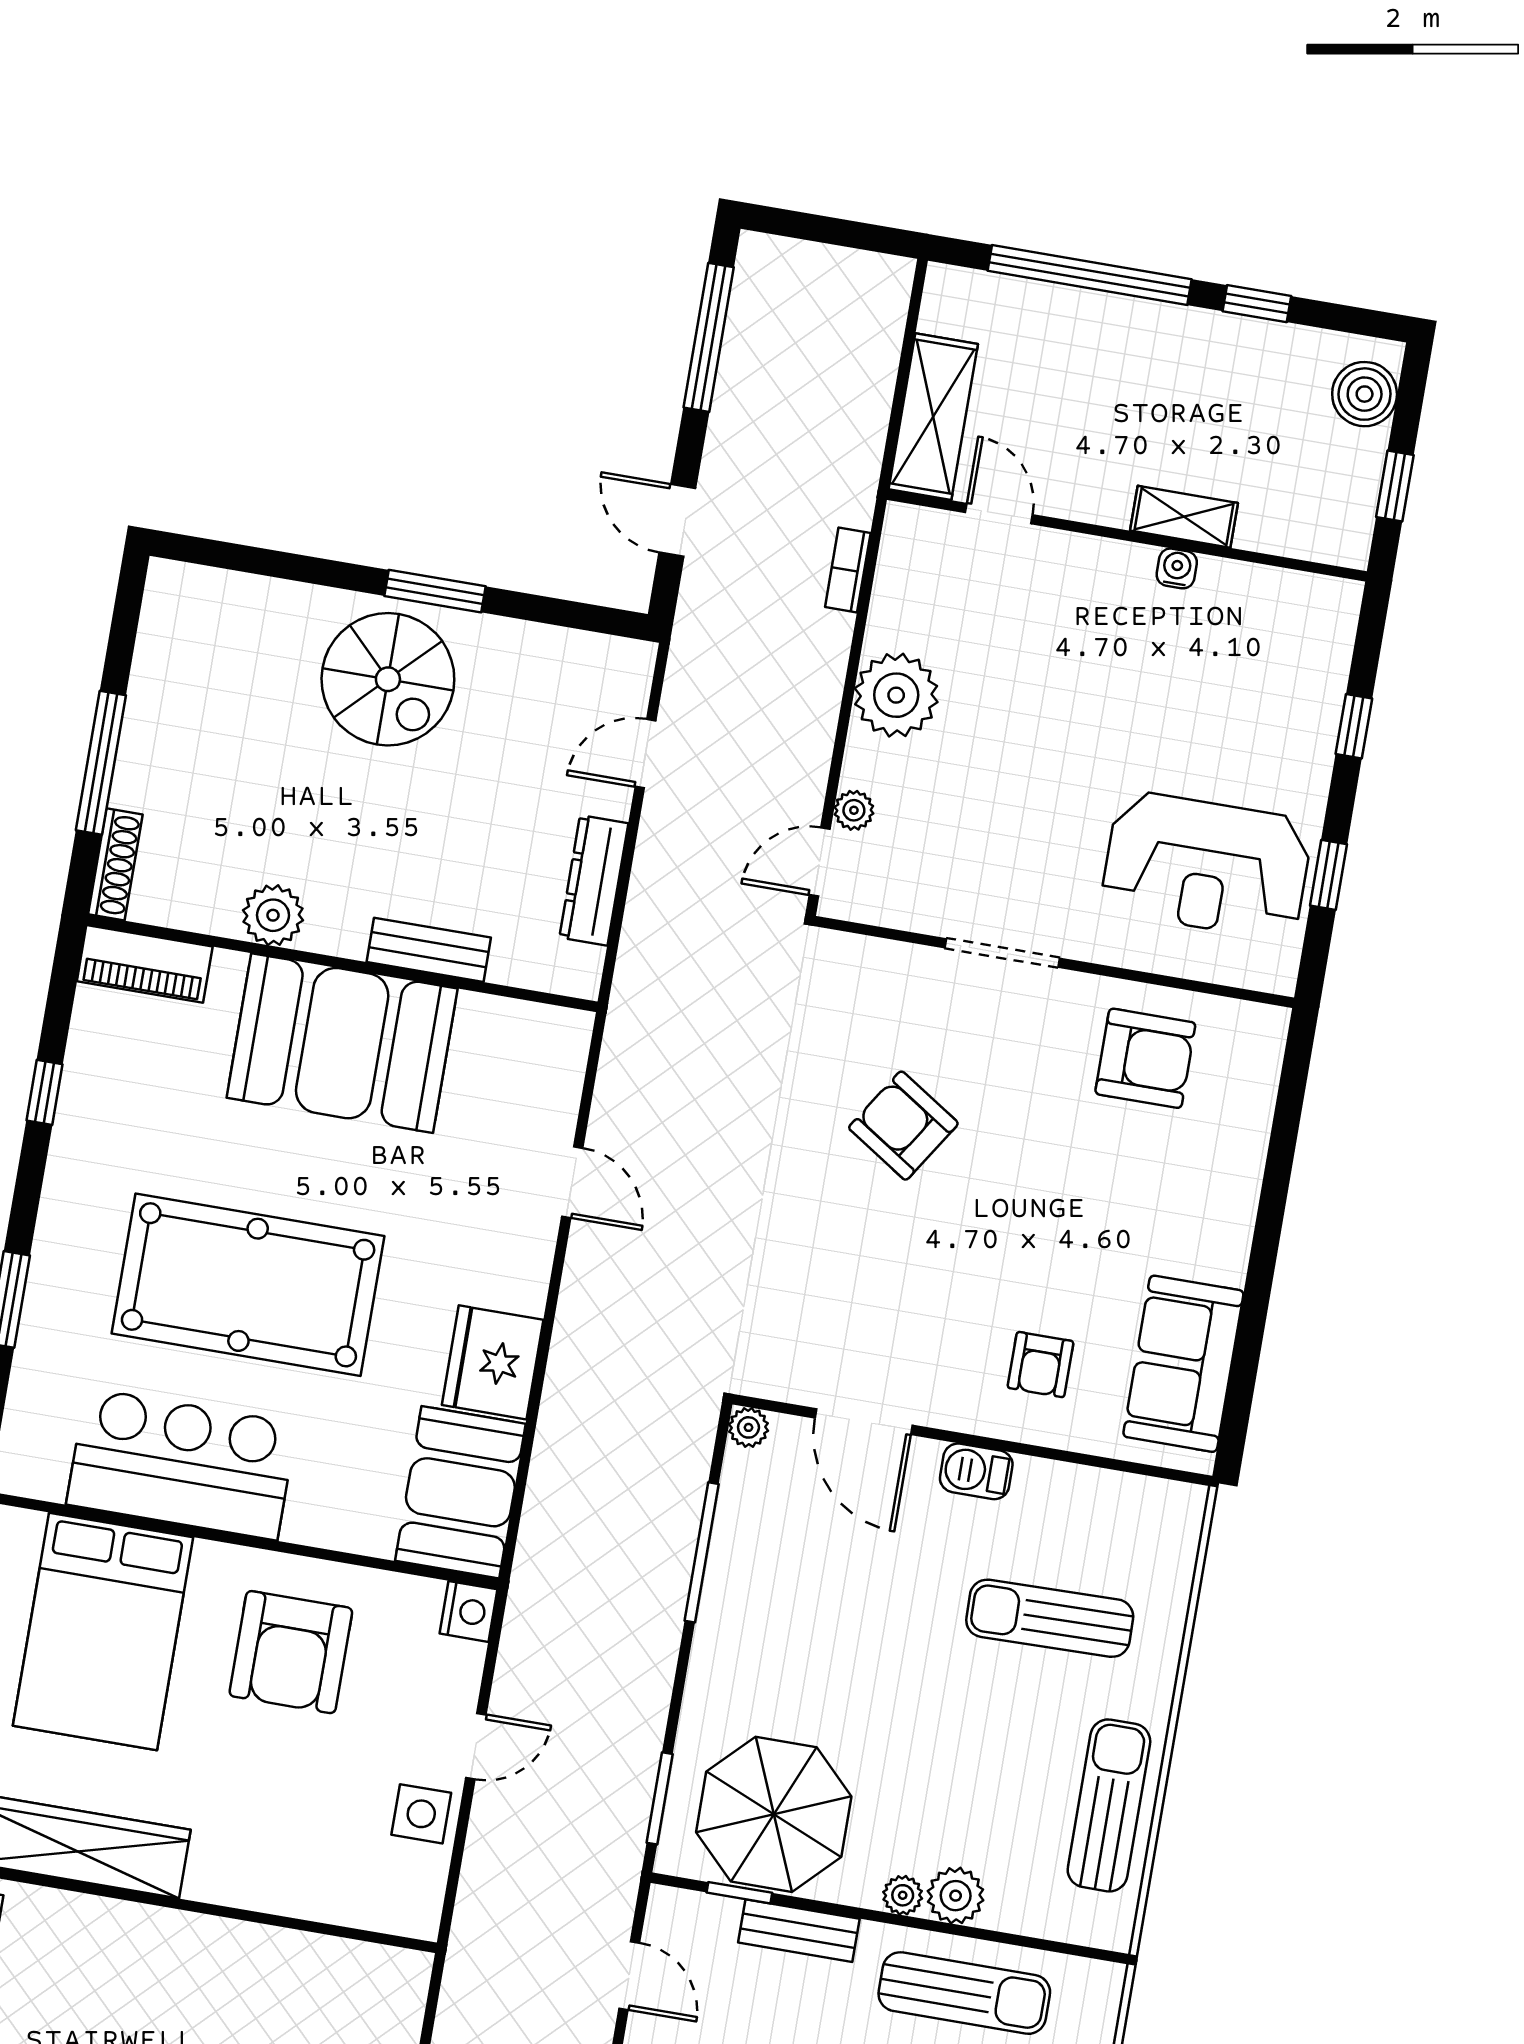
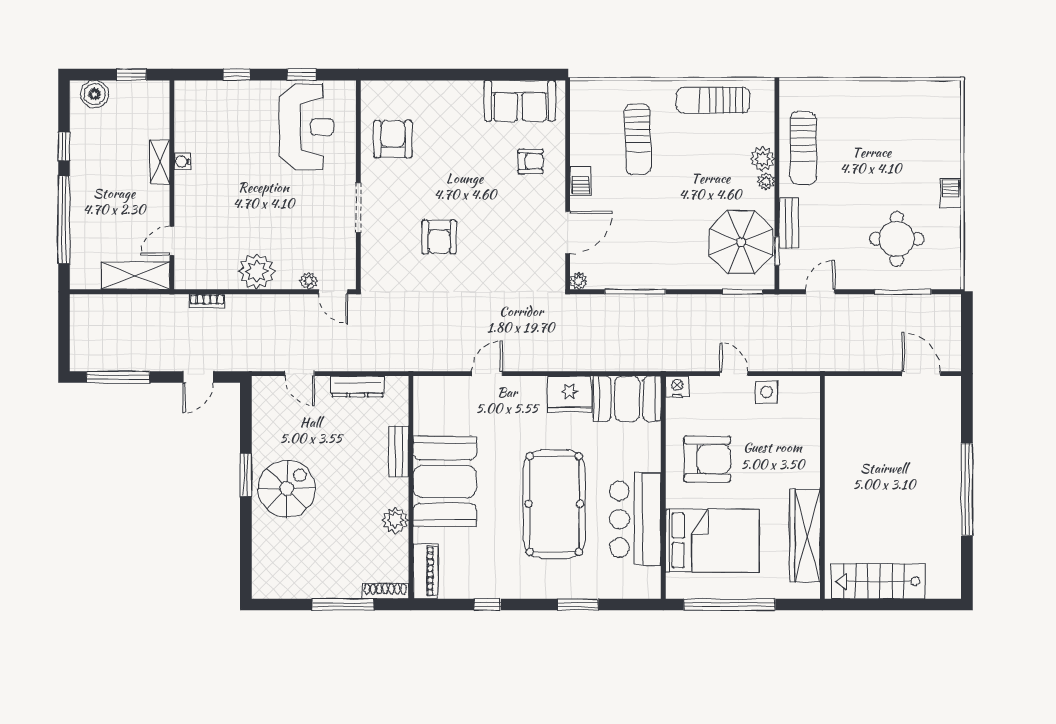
armchair: (903, 1126) -> (439, 237), turned -33
sun lounger: (964, 1993) -> (803, 148), turned 180

